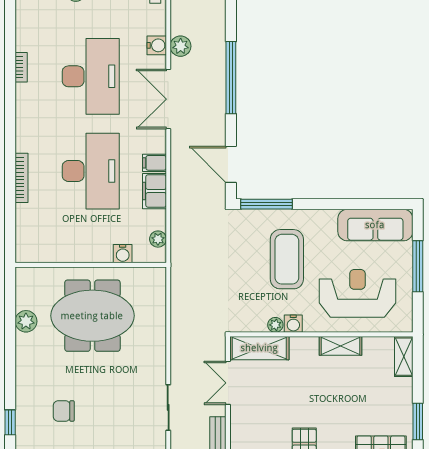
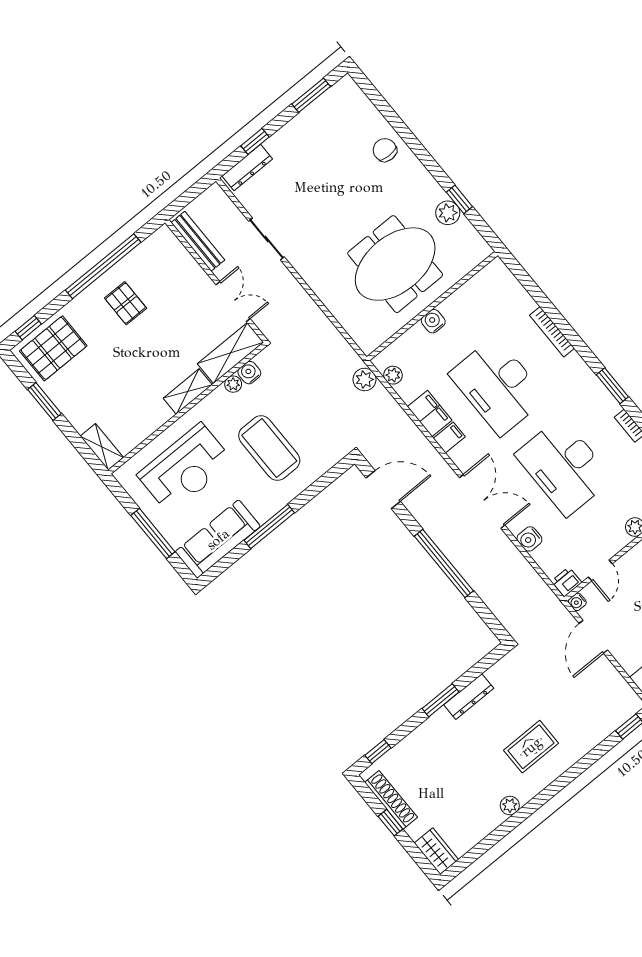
plant: (181, 46) -> (364, 379), moved
window: (10, 105) -> (612, 386), added
window: (266, 204) -> (269, 526), moved
water cooler: (123, 254) -> (433, 321), moved
water cooler: (293, 324) -> (249, 373), moved
shelving: (341, 346) -> (188, 391), moved
chair: (64, 411) -> (385, 150), moved, turned -90
window: (10, 422) -> (459, 199), moved

